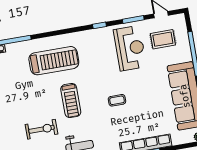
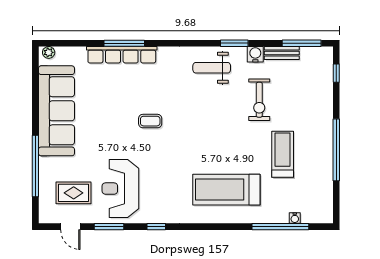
treadmill: (71, 101) -> (283, 154), moved
exercise bike: (41, 129) -> (259, 100), turned -90

